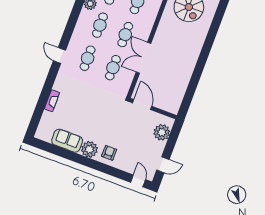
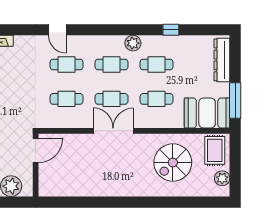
door: (60, 55) -> (57, 30), swing flipped
double door: (143, 58) -> (113, 131), moved

